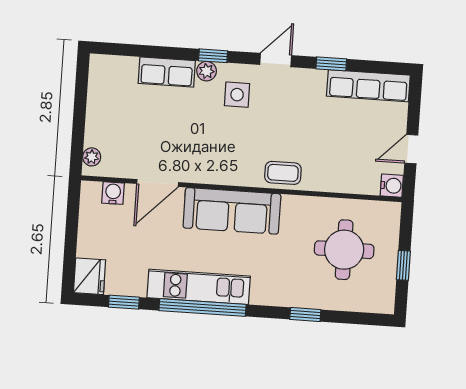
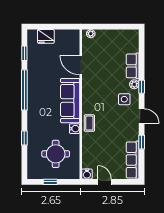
water cooler: (113, 193) -> (75, 129), moved
fridge: (90, 276) -> (46, 36), moved
kitchen unit: (199, 287) -> (34, 87), removed

